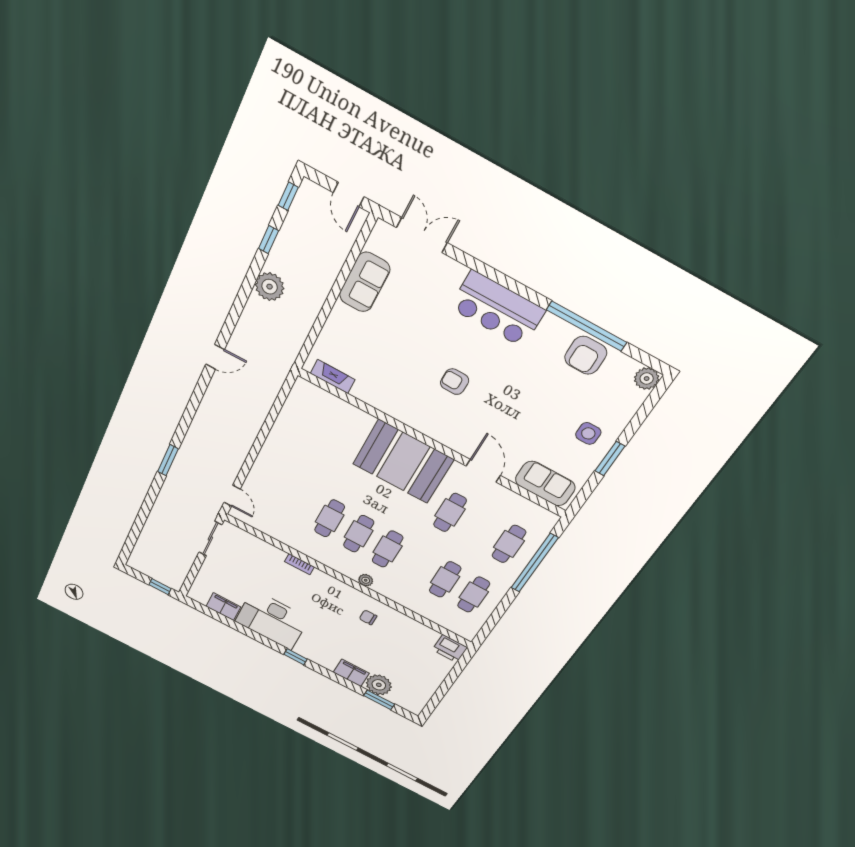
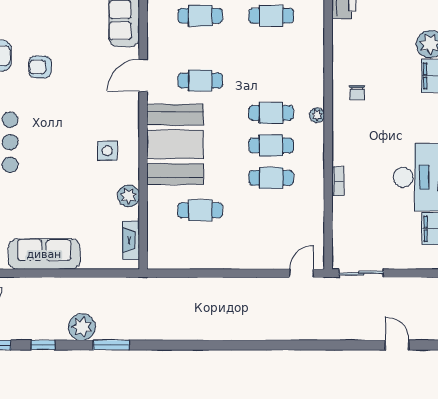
sofa: (365, 282) -> (44, 254), width x1.36
door: (215, 357) -> (397, 345), moved
armchair: (455, 382) -> (40, 67), moved, turned 89
plant: (376, 397) -> (129, 196), added
side table: (588, 433) -> (107, 151), moved
window: (168, 460) -> (111, 345), moved
cafe table: (445, 579) -> (200, 210), moved

